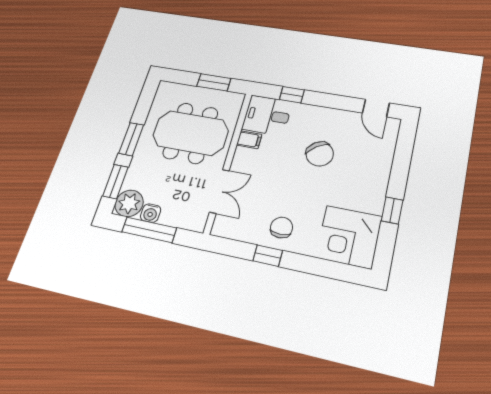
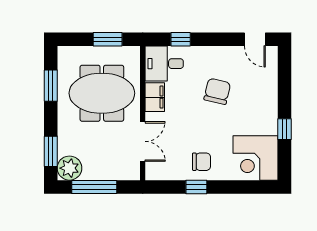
window: (131, 139) -> (51, 86), moved
filing cabinet: (249, 140) -> (155, 97), width x2.00
chair: (320, 154) -> (217, 91), turned -132
water cooler: (151, 213) -> (91, 173), removed
chair: (282, 228) -> (201, 162), turned 90

